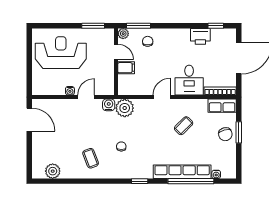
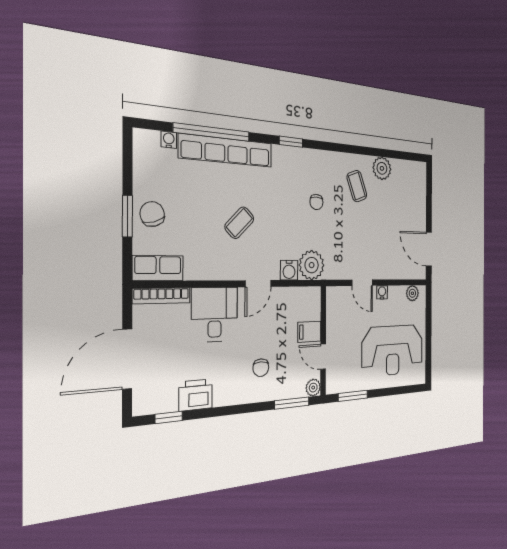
chair: (148, 41) -> (261, 368), moved
plant: (44, 90) -> (412, 293), added
door: (86, 97) -> (362, 283), hinge flipped
water cooler: (109, 105) -> (289, 270), moved
coffee table: (184, 126) -> (239, 223), moved
plant: (53, 171) -> (382, 168), moved

